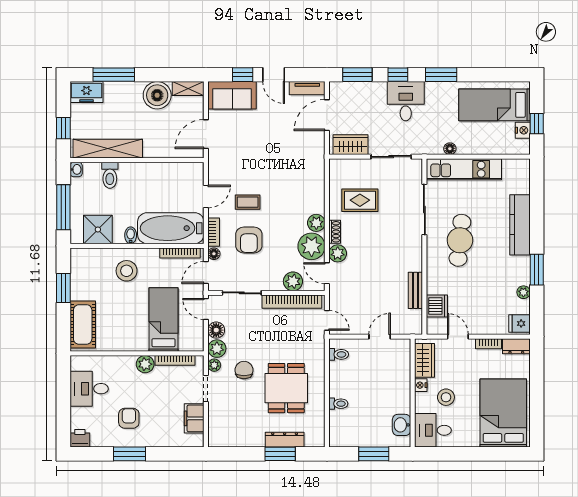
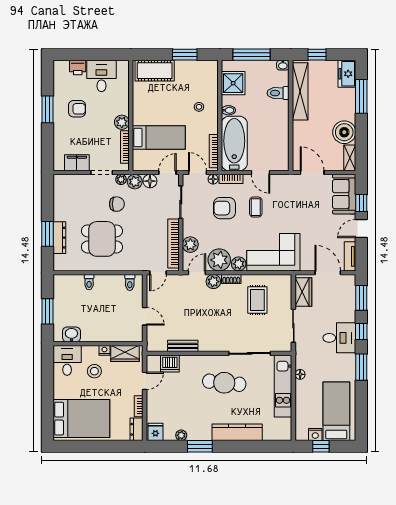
corner sofa: (302, 181) -> (273, 252), added
stool: (127, 271) -> (199, 107), width x0.53, depth x0.53
printer: (80, 438) -> (78, 68), moved, turned 90

